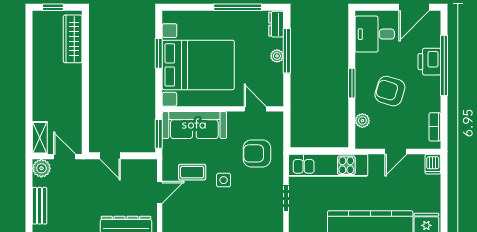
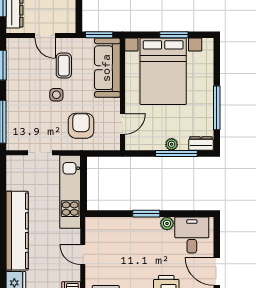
armchair: (390, 91) -> (139, 249), removed
plant: (362, 121) -> (167, 224), moved

